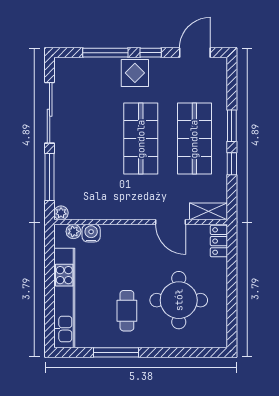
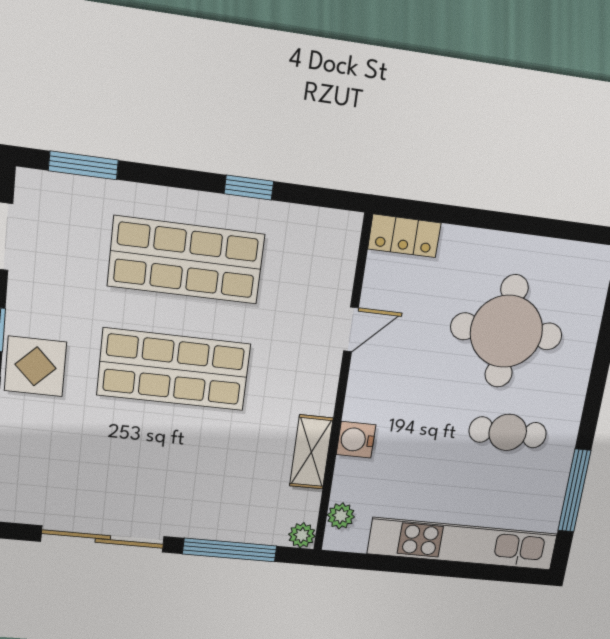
window: (232, 126) -> (83, 165), moved
shelving: (209, 211) -> (311, 452), moved
door: (171, 222) -> (351, 329), width x0.73
water cooler: (91, 233) -> (356, 440), moved
window: (116, 352) -> (574, 491), moved

